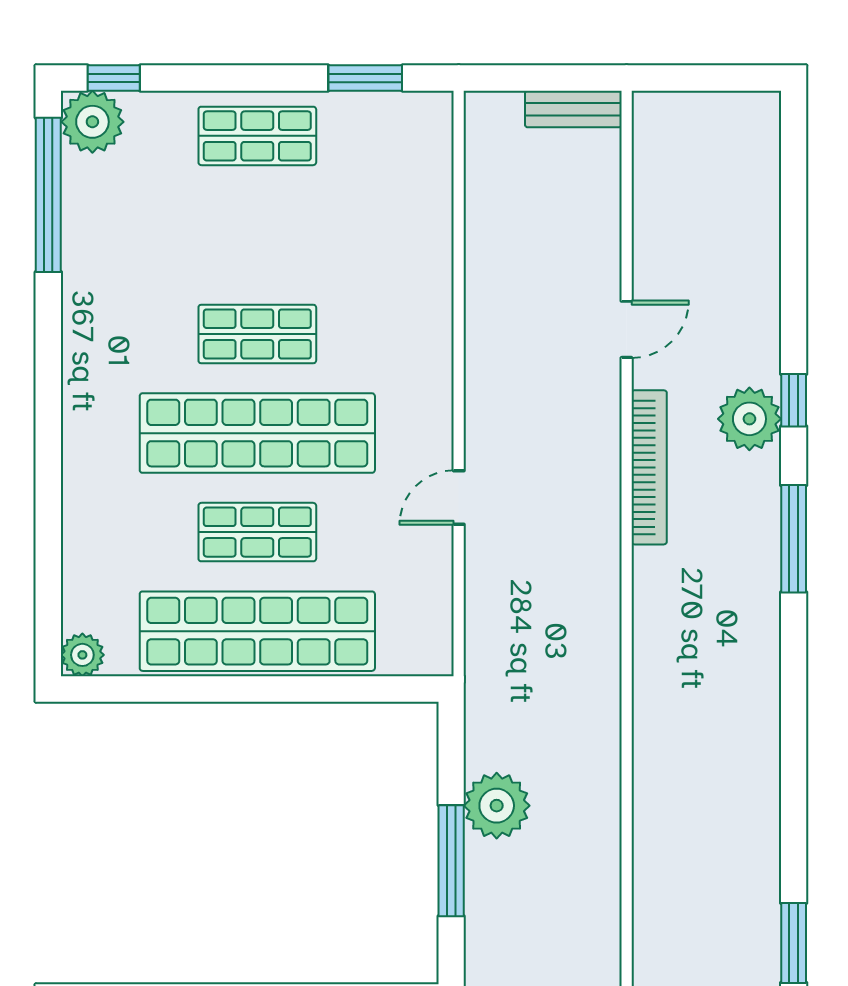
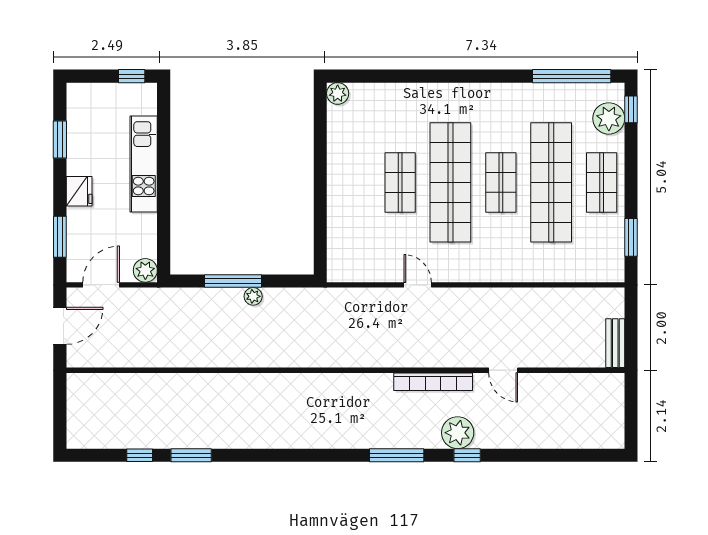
plant: (92, 122) -> (609, 118), moved
shop shelf: (257, 631) -> (551, 182), moved
plant: (497, 806) -> (253, 296), width x0.53, depth x0.53

